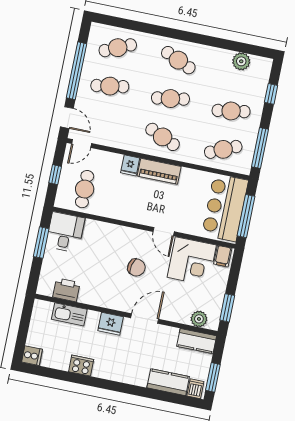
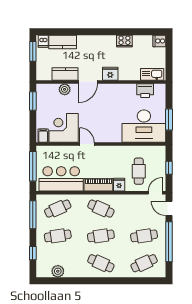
cafe table: (85, 189) -> (139, 171), moved
bar counter: (225, 208) -> (61, 179), moved, turned -90
desk: (65, 232) -> (144, 126), width x1.87, depth x1.30
chair: (136, 267) -> (100, 116), removed
kitchen sink: (69, 314) -> (152, 74), moved
plant: (199, 319) -> (65, 89), moved
kitchen counter: (197, 341) -> (65, 74), moved

